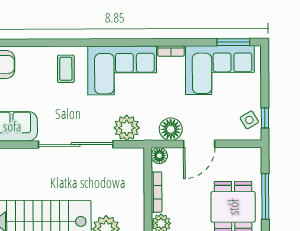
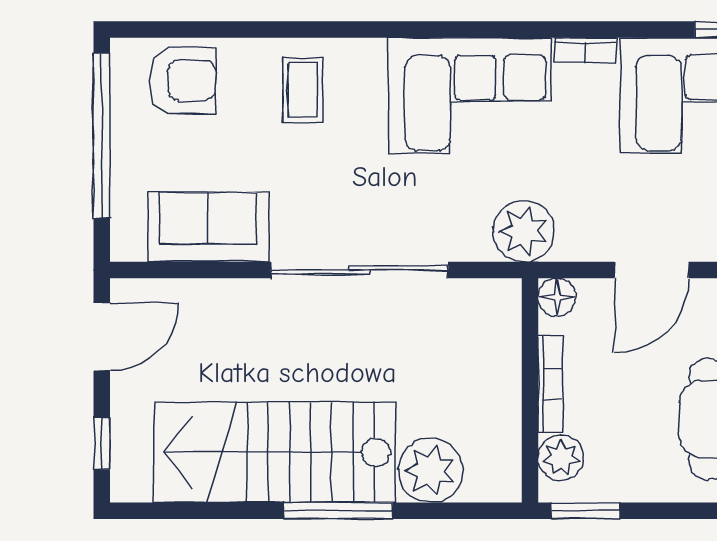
coffee table: (66, 69) -> (303, 90), moved
plant: (127, 128) -> (524, 231), moved
floor lamp: (171, 129) -> (584, 235), removed

